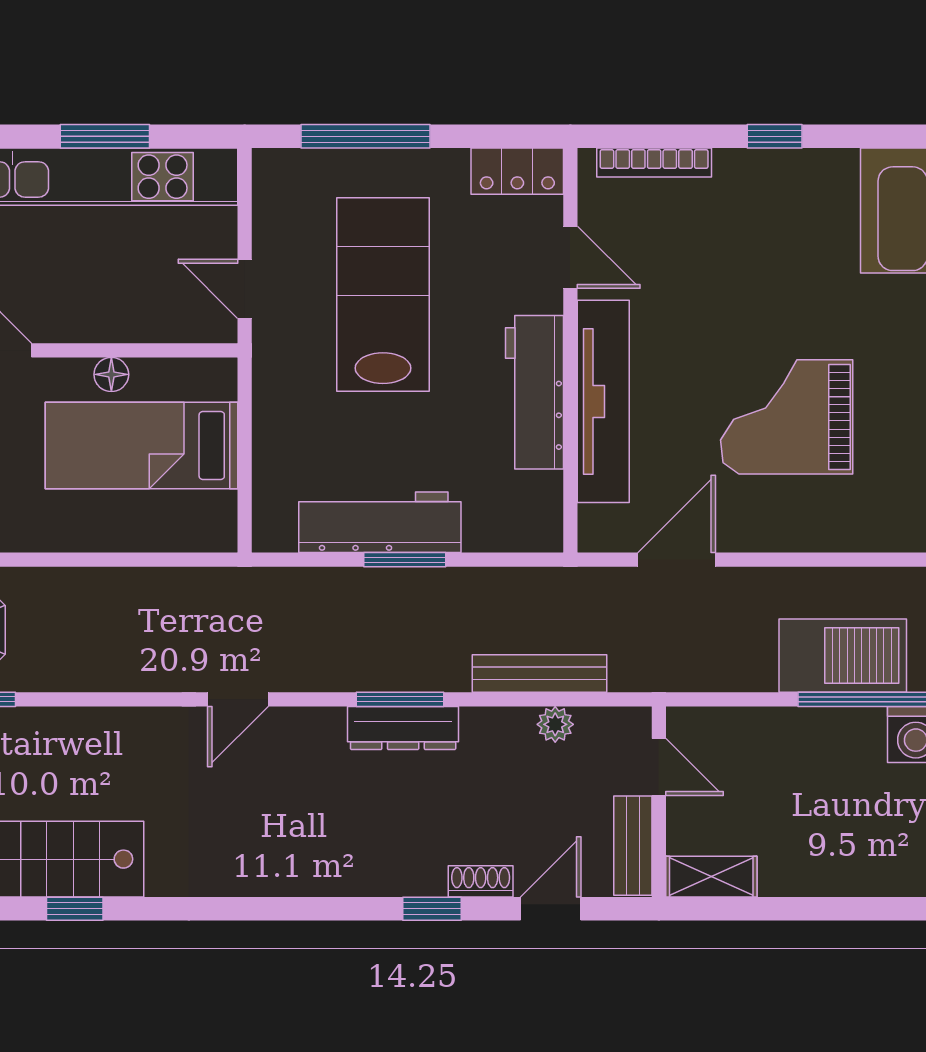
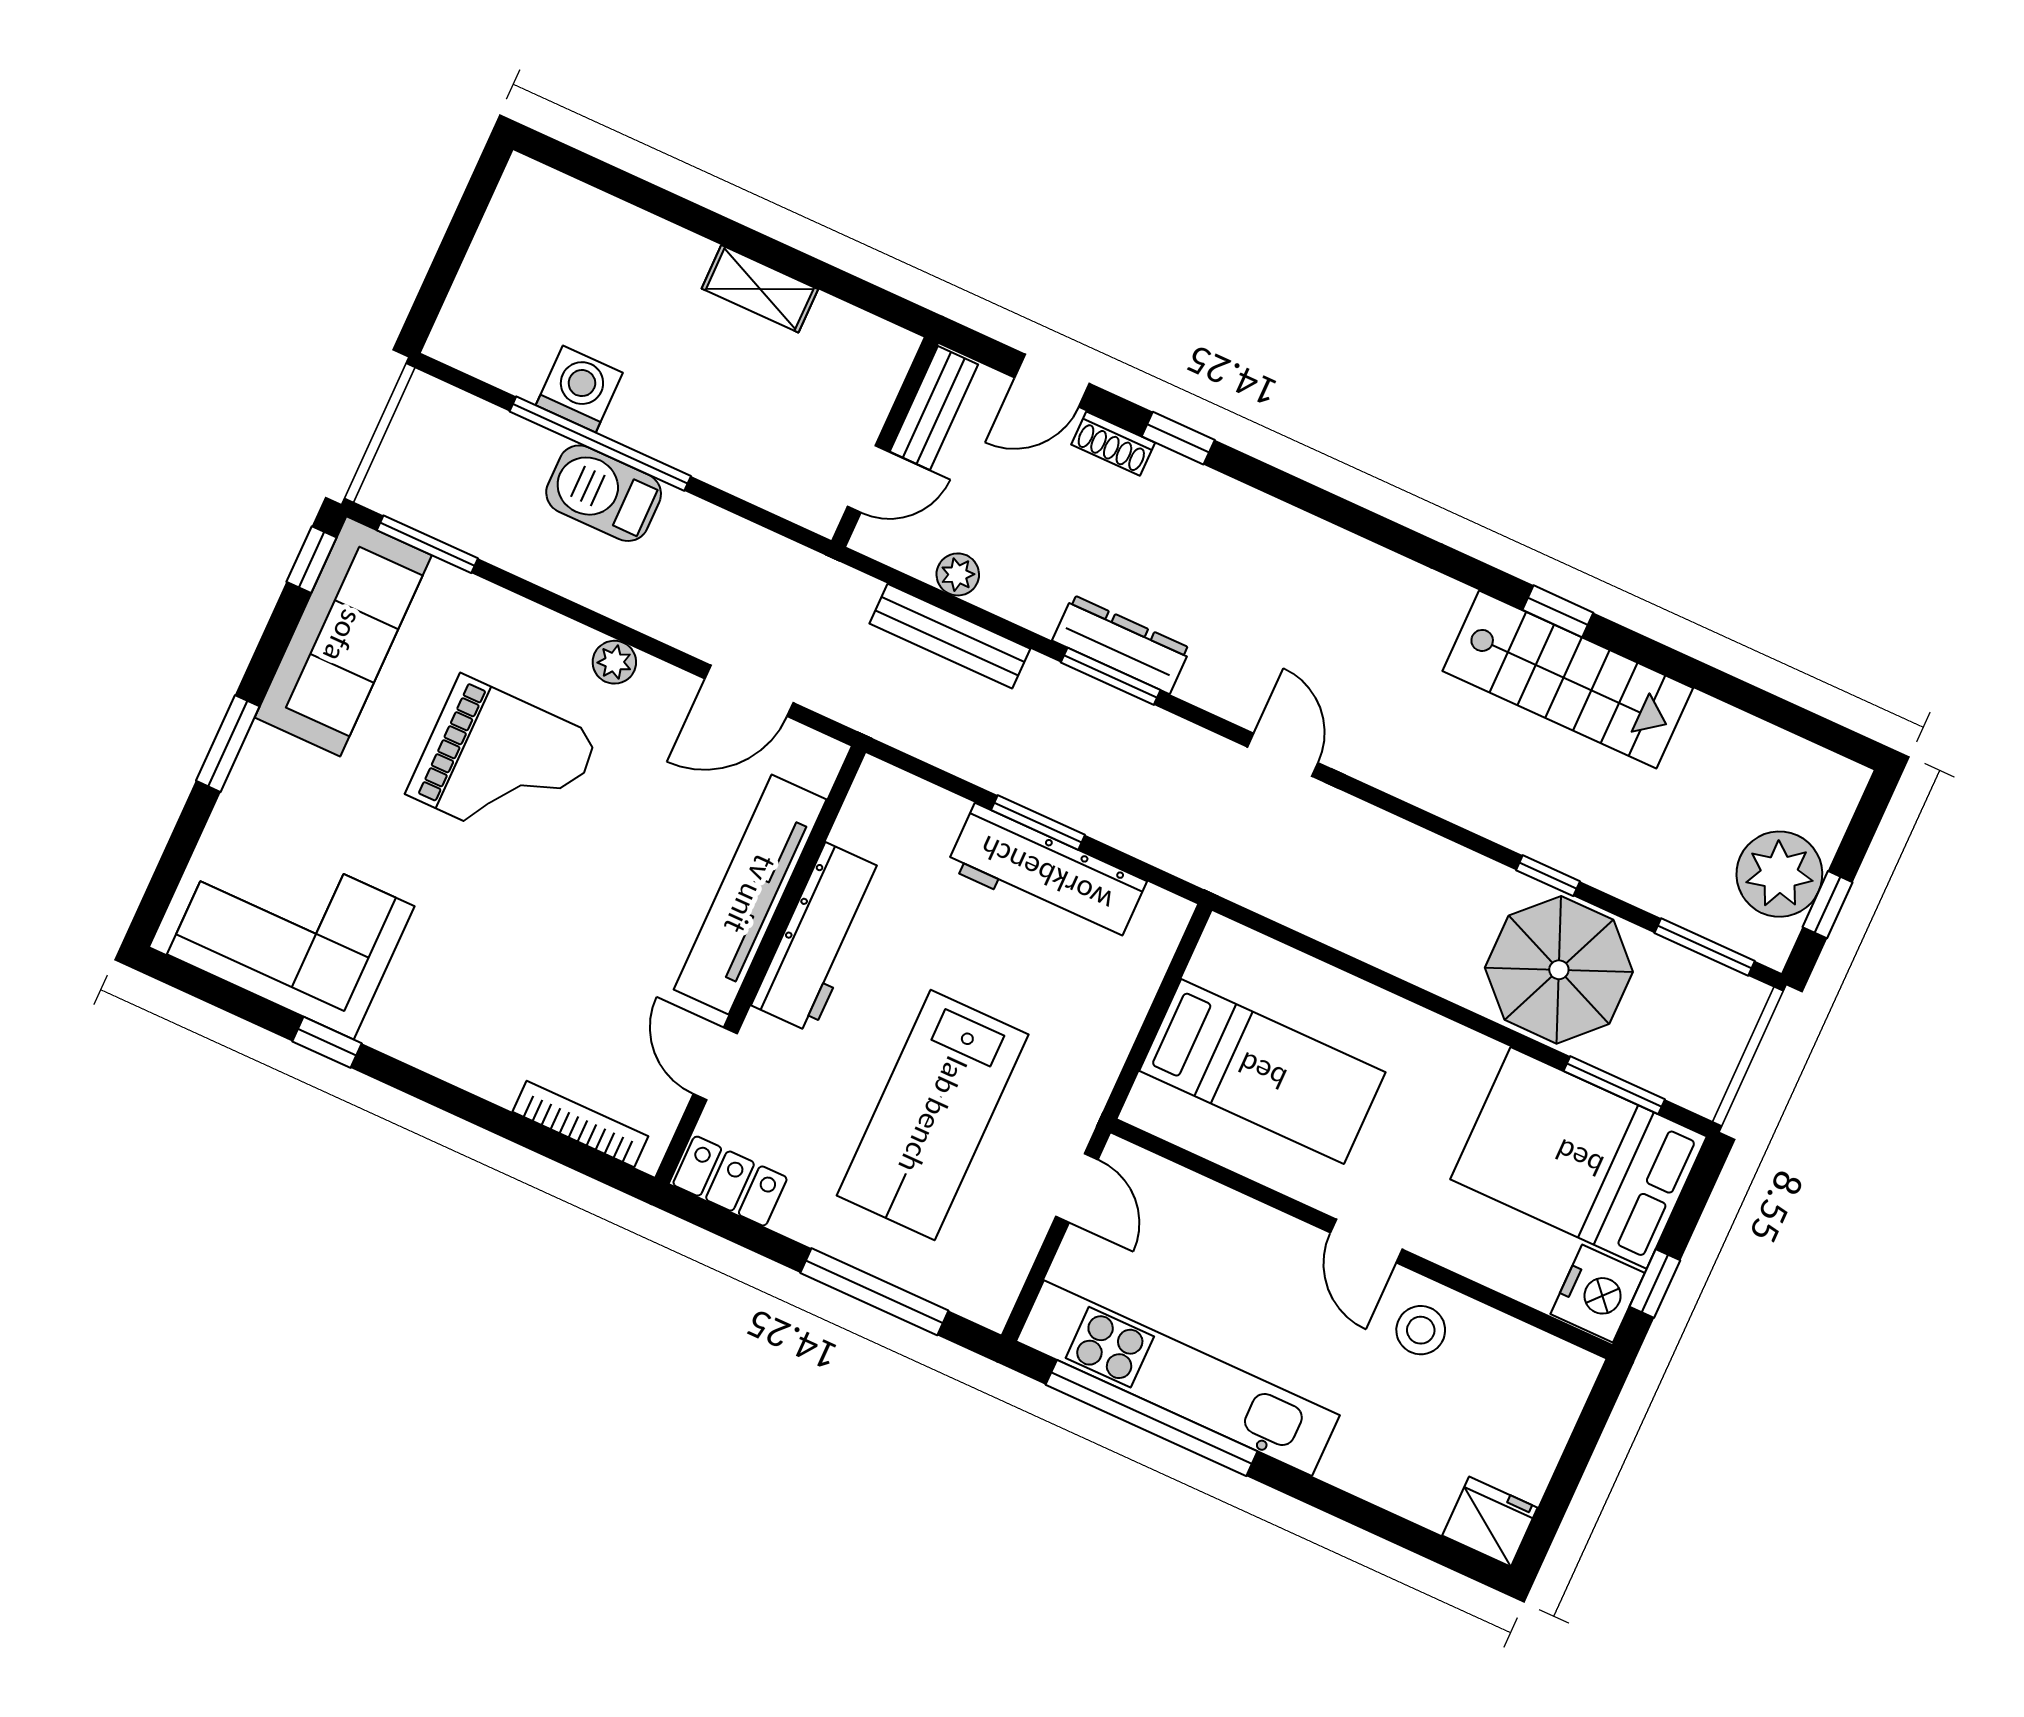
window: (105, 136) -> (1152, 1418), width x2.11
window: (775, 136) -> (327, 1042), moved
floor lamp: (111, 374) -> (1260, 1162), removed
grand piano: (787, 417) -> (503, 765), moved
plant: (791, 534) -> (614, 662), added
barbecue: (843, 656) -> (604, 493), width x0.73, depth x0.83
door: (238, 699) -> (1283, 755), hinge flipped
door: (659, 767) -> (868, 479), swing flipped
shelving: (711, 877) -> (760, 289), moved

